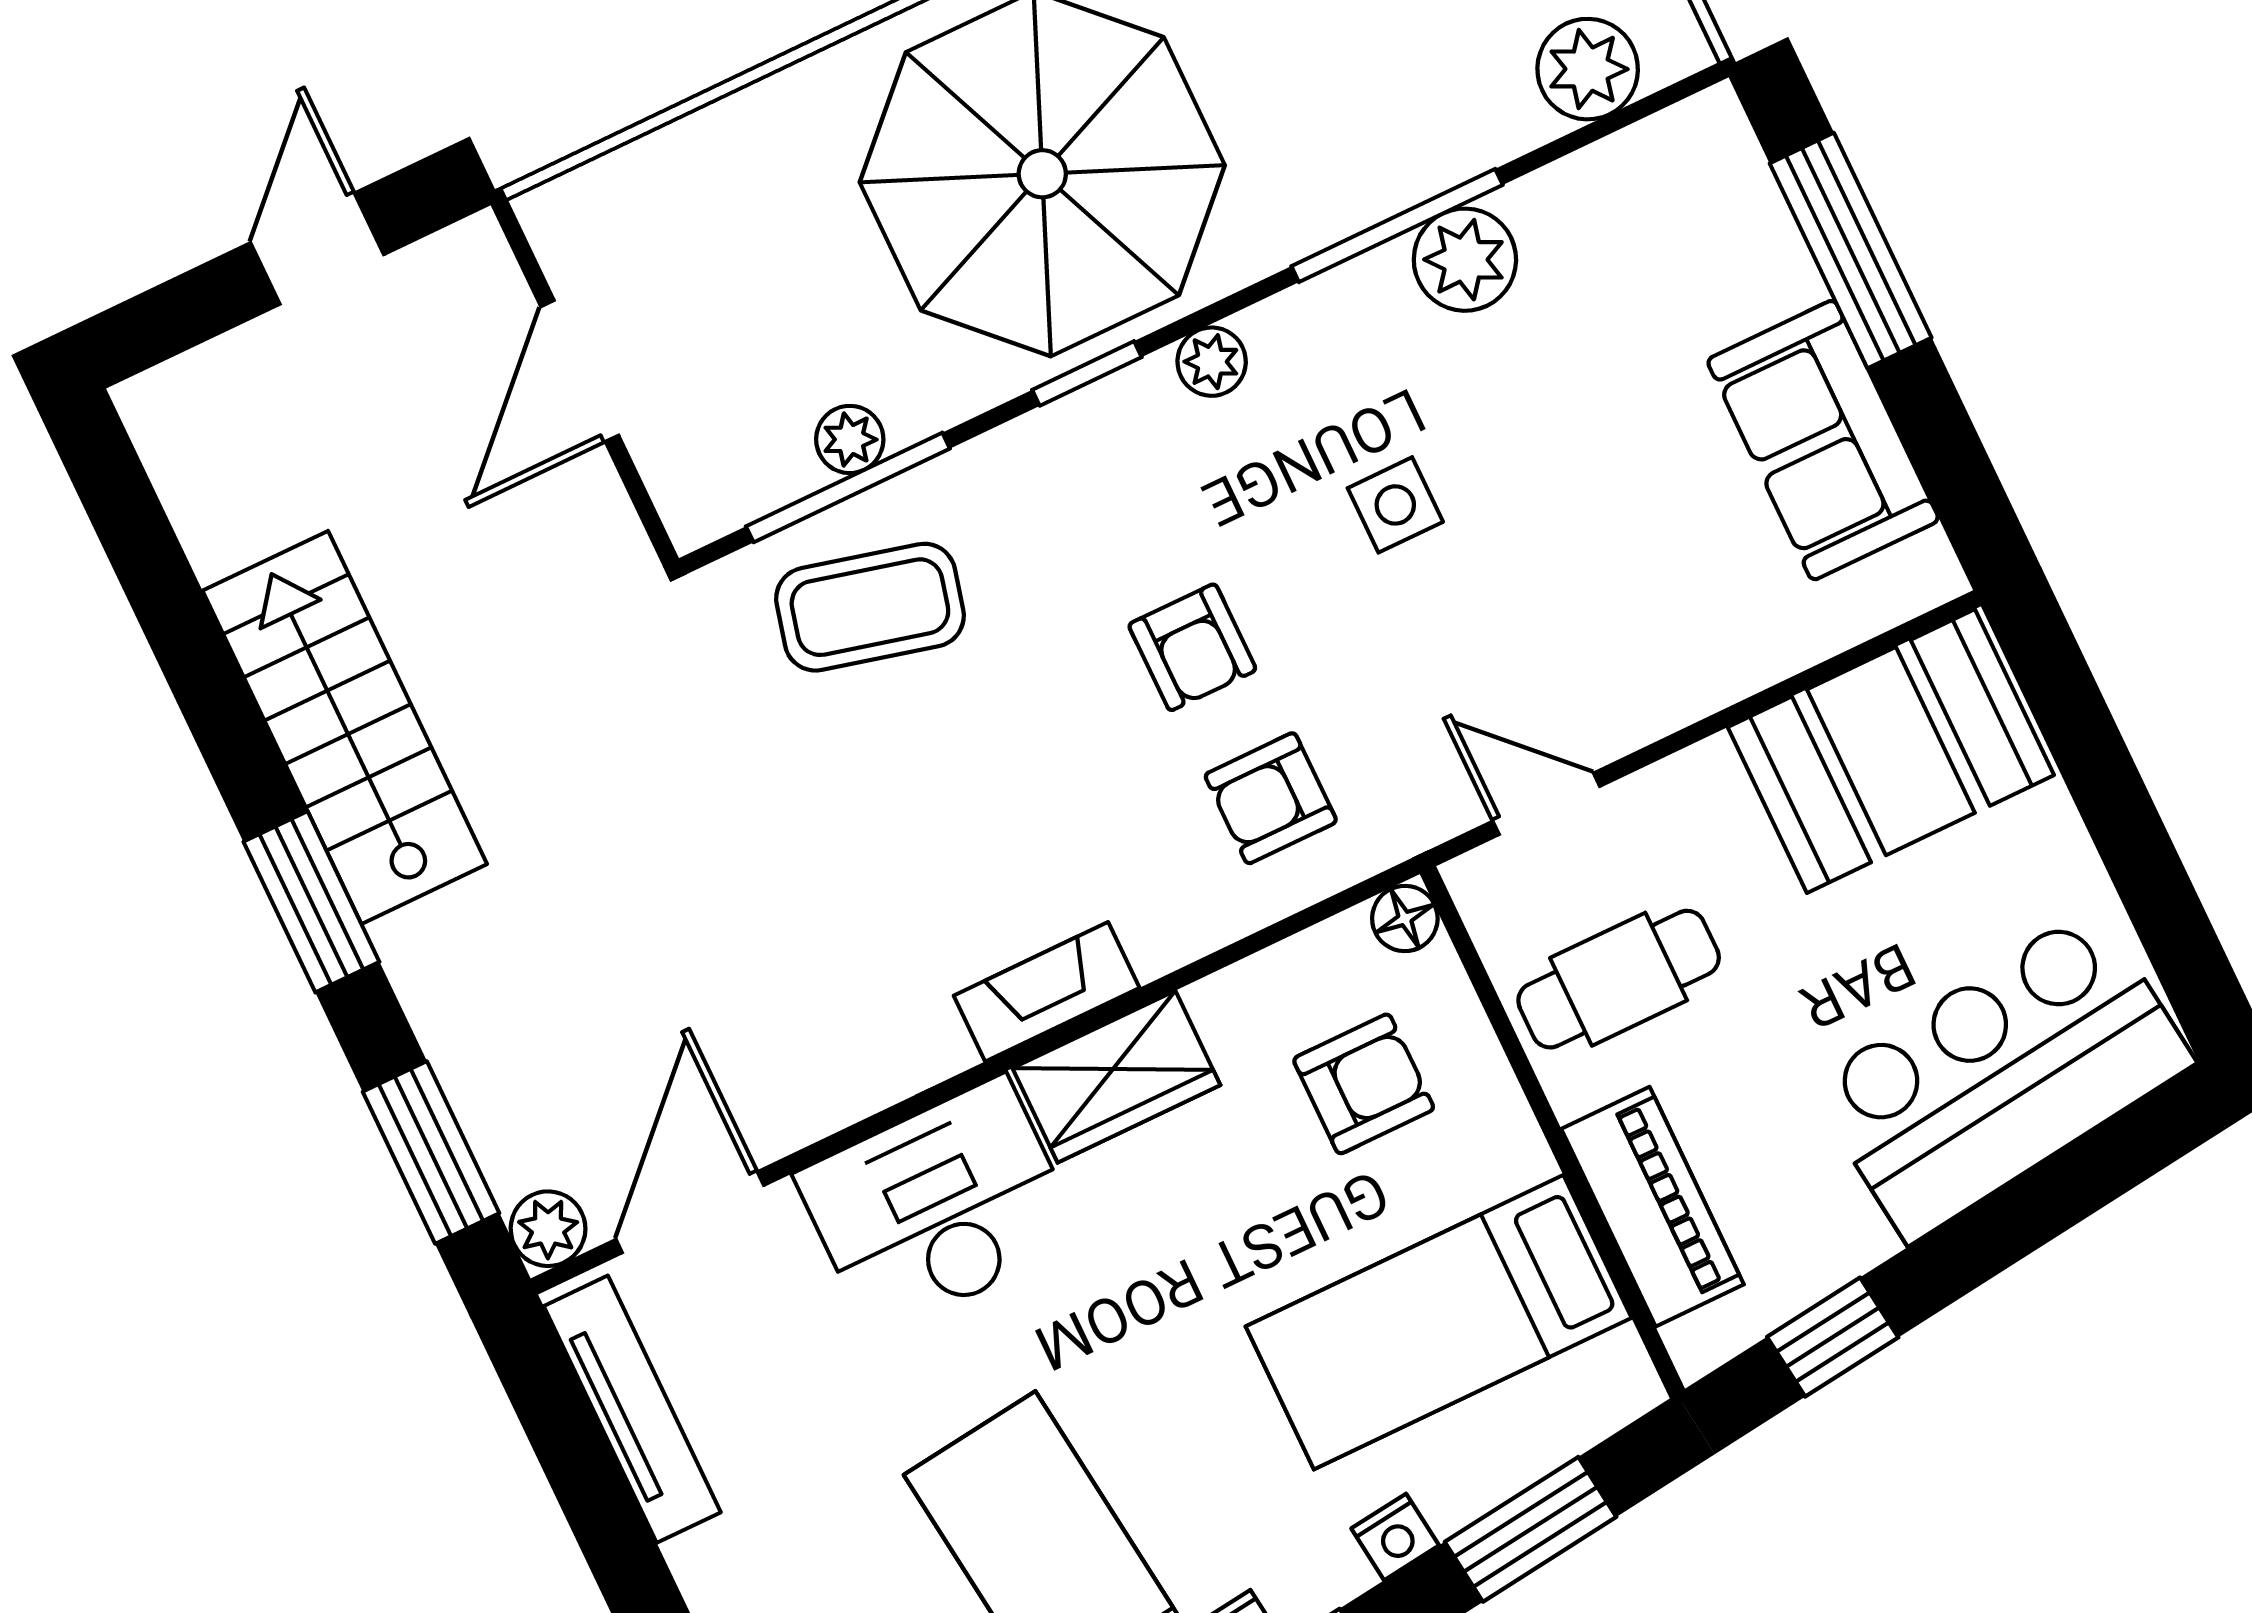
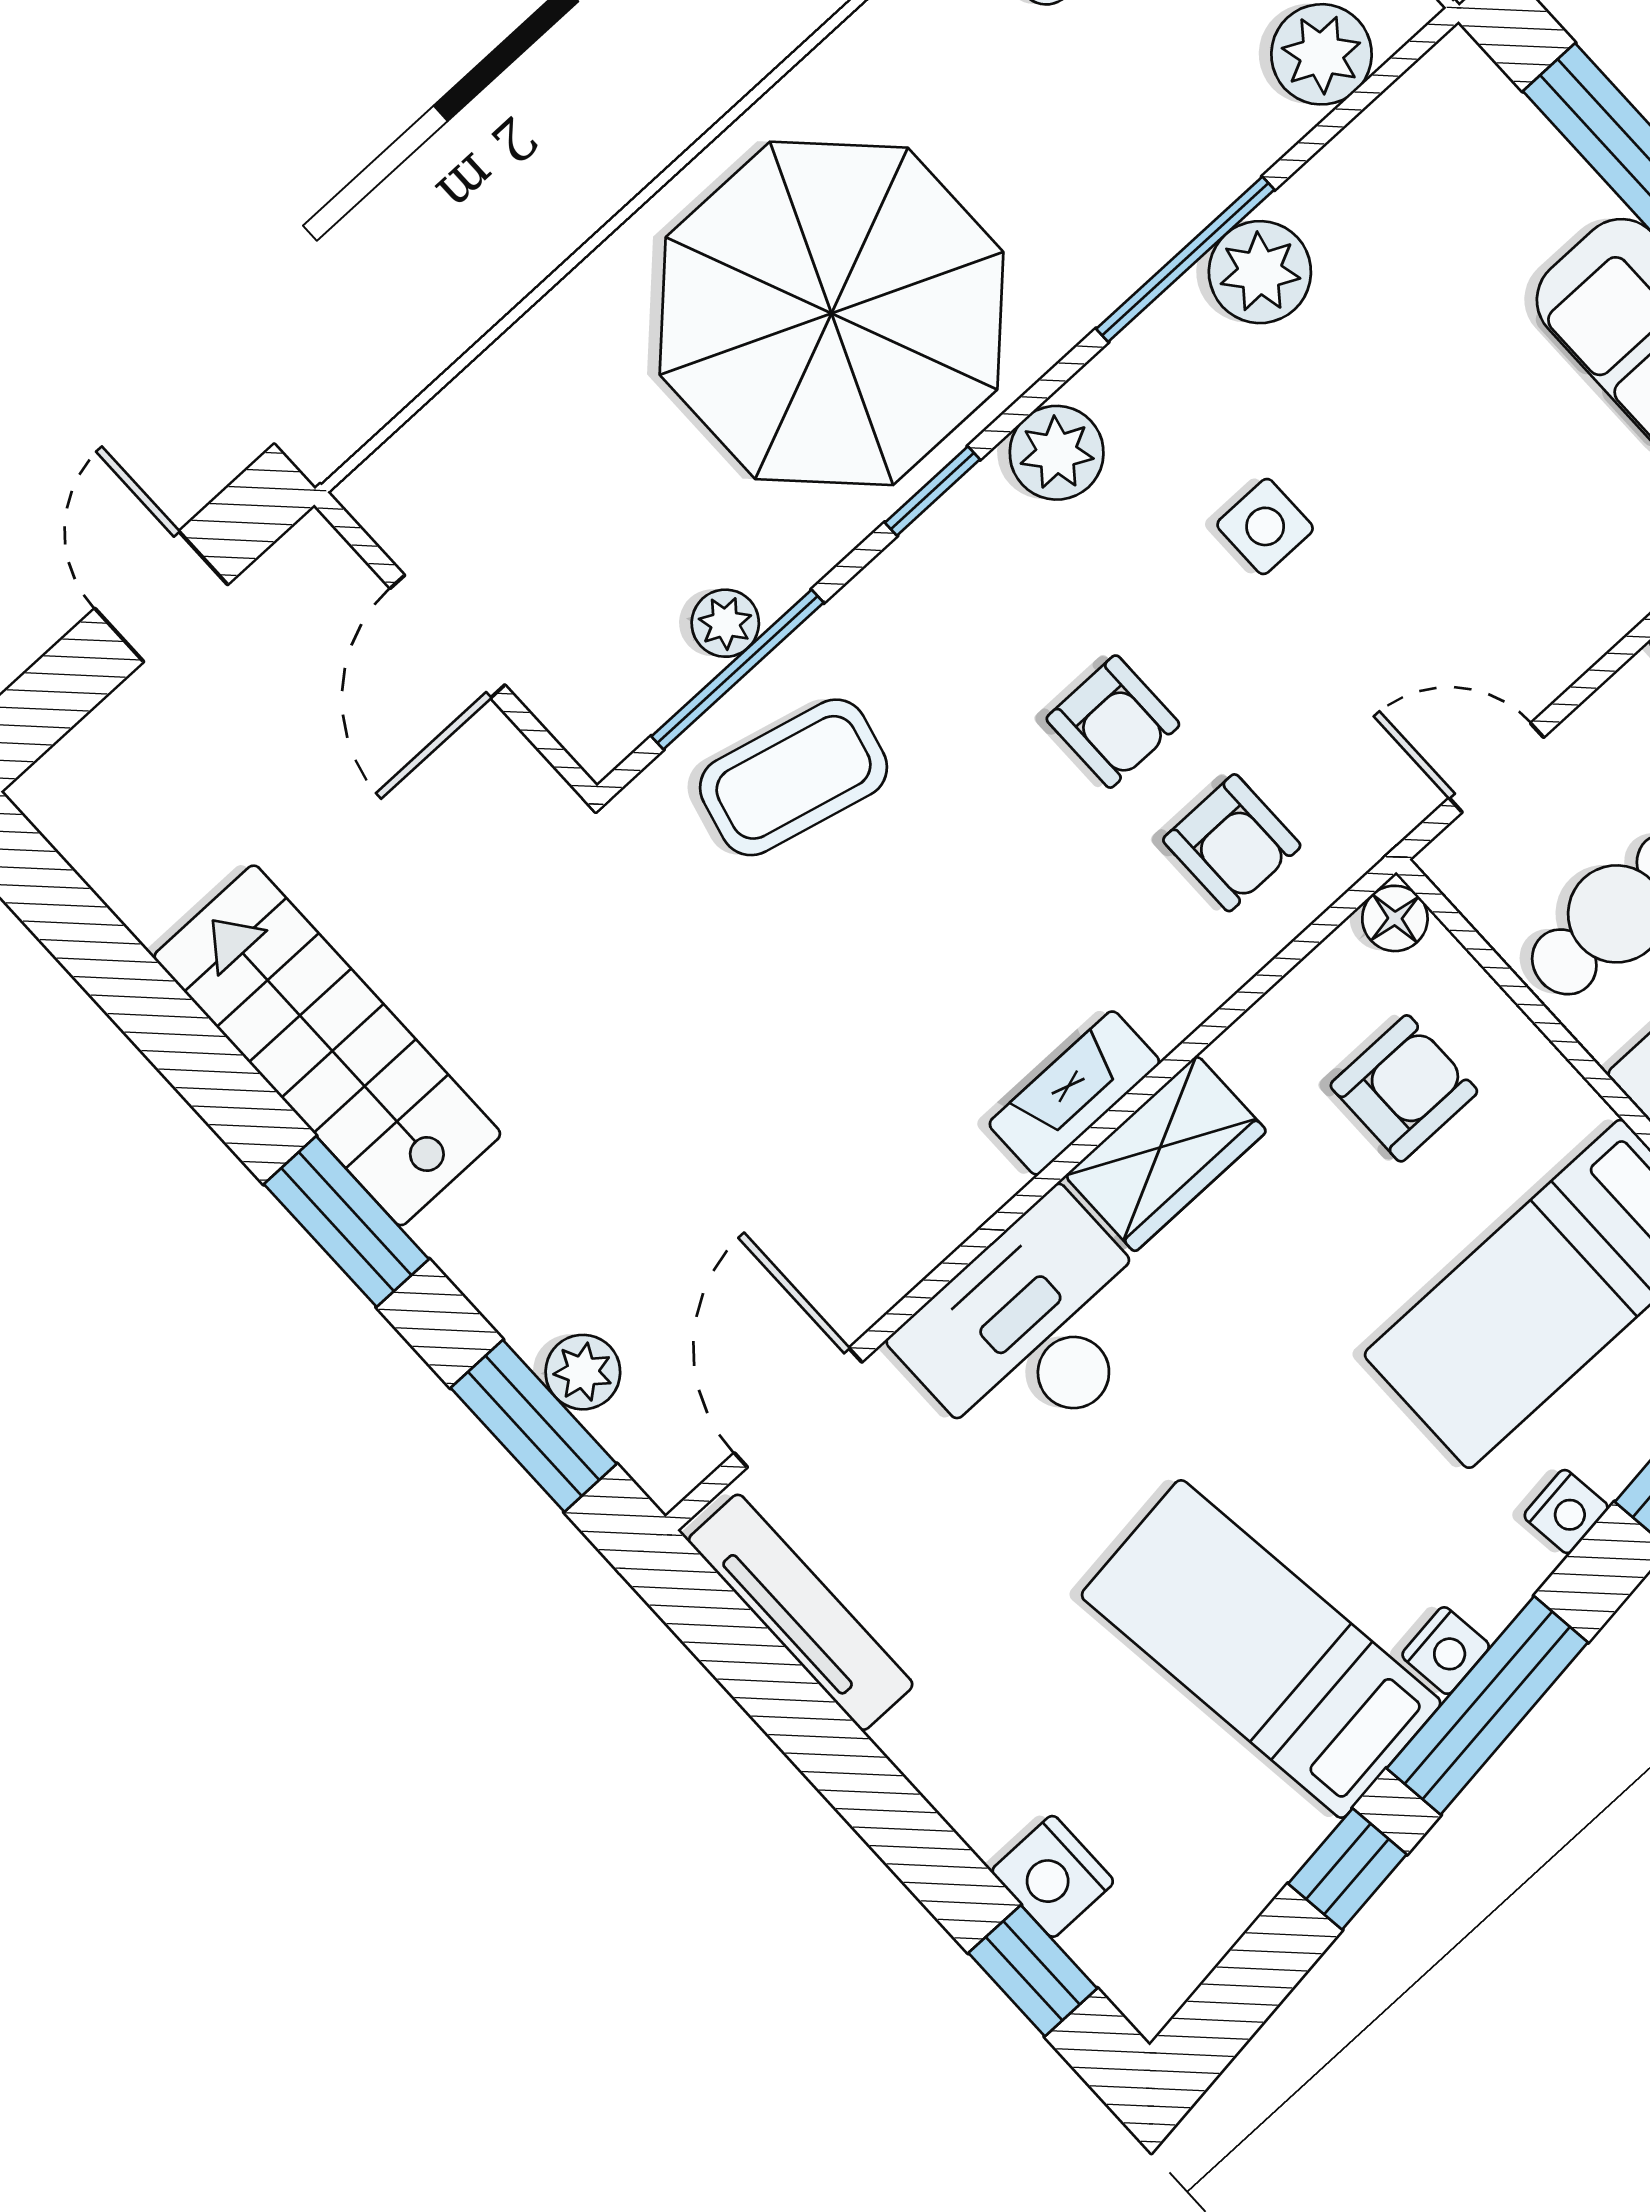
plant: (1212, 362) -> (1057, 453), width x1.38, depth x1.38
armchair: (1271, 798) -> (1232, 843), turned -90
plant: (548, 1229) -> (583, 1372), moved

